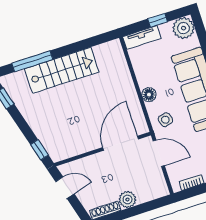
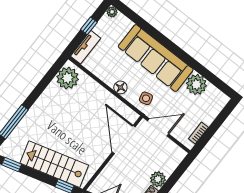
plant: (184, 28) -> (112, 12), width x0.53, depth x0.53
plant: (107, 54) -> (68, 78), added
stairs: (62, 70) -> (54, 164), moved, turned -106

